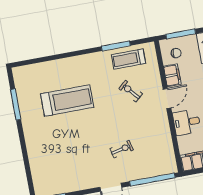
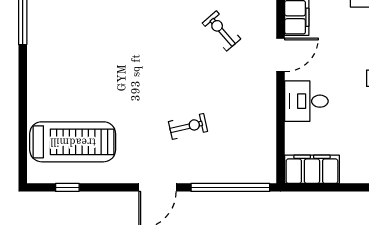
treadmill: (67, 100) -> (73, 142), moved

